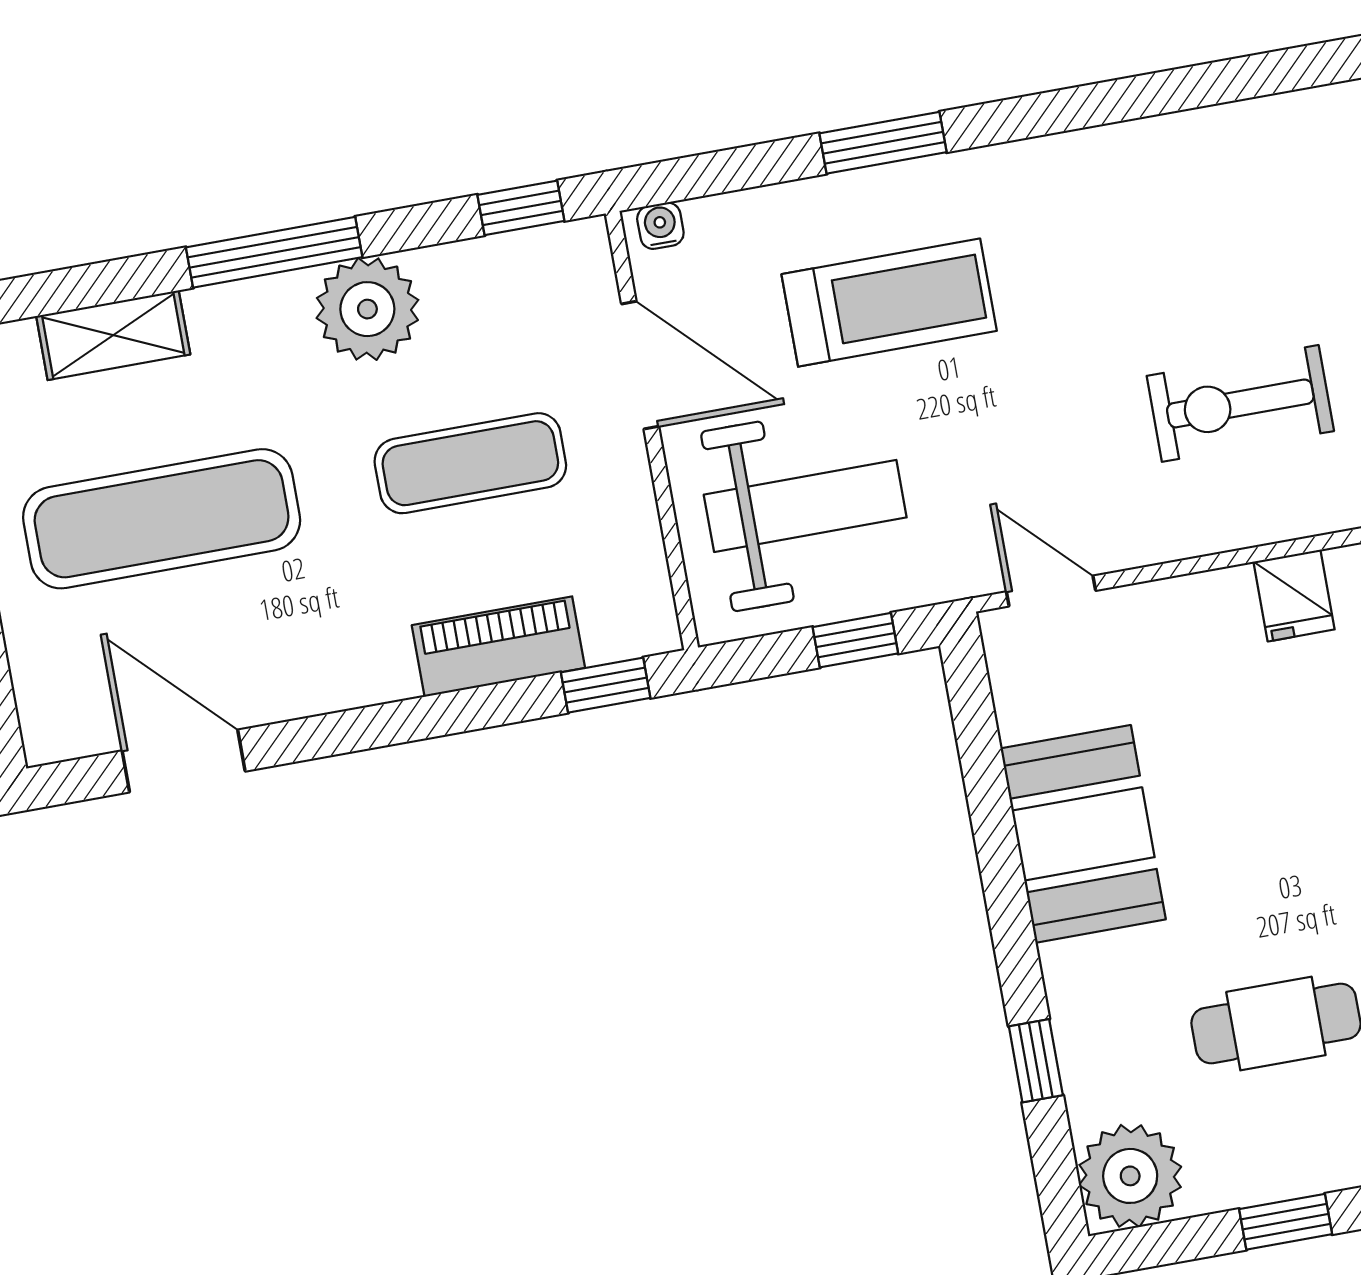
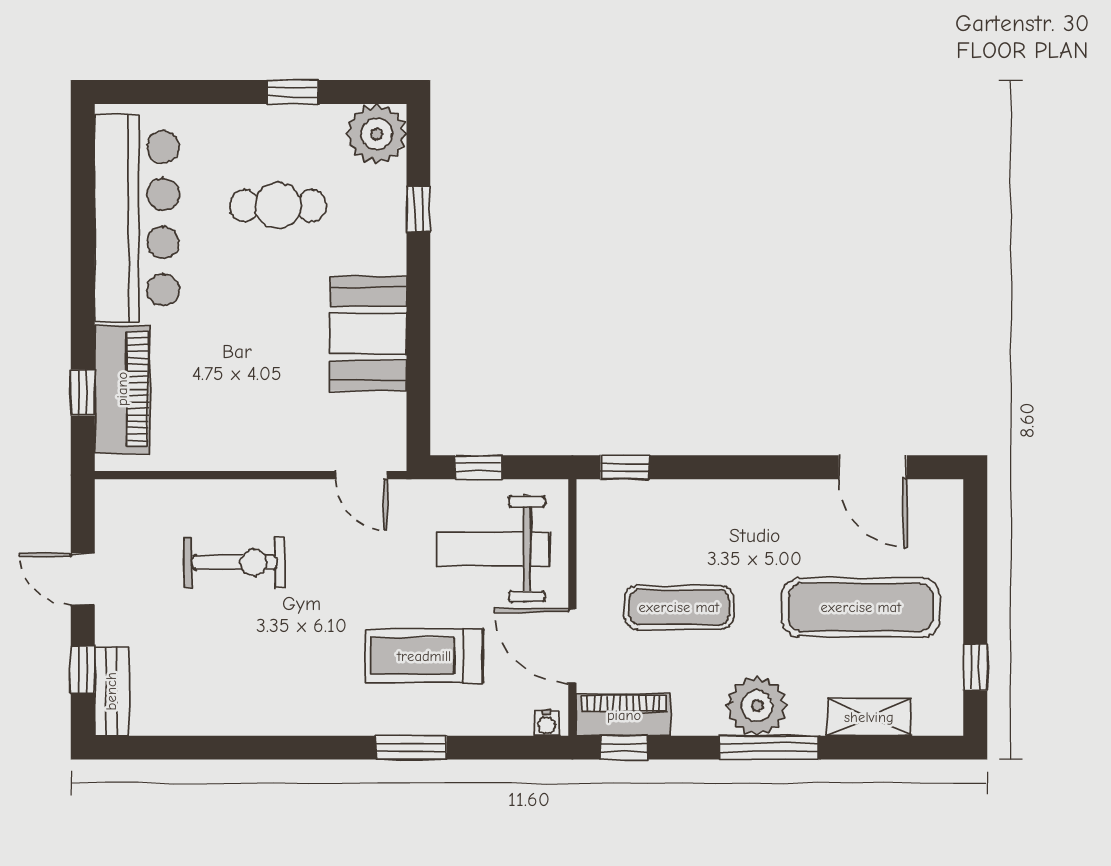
plant: (367, 309) -> (757, 706), moved
fridge: (1294, 596) -> (224, 448), removed
piano: (498, 647) -> (624, 715), moved, turned 180

